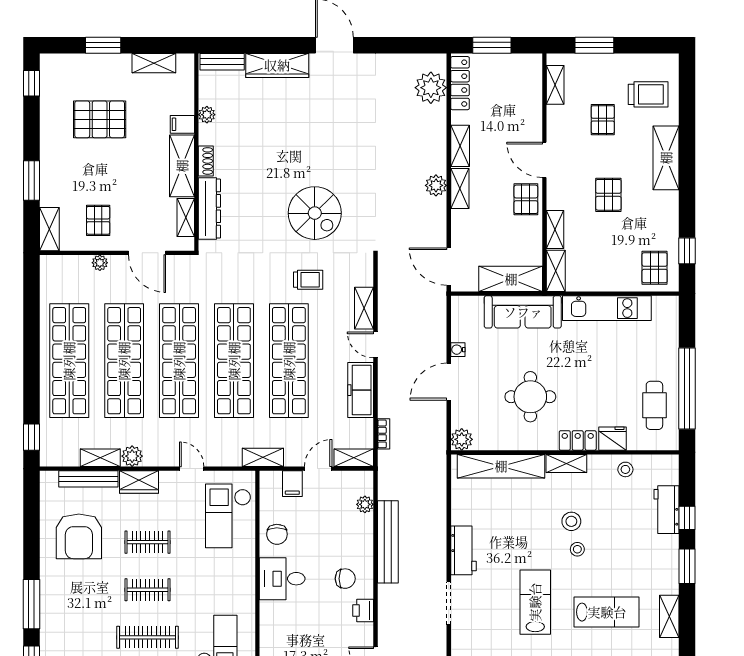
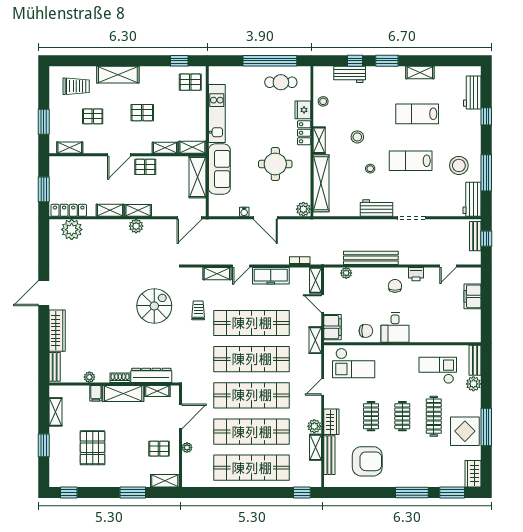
trolley: (648, 94) -> (76, 86), turned 90
filing cabinet: (292, 484) -> (332, 327), width x2.00
stool: (577, 549) -> (370, 169), moved
lab bench: (607, 612) -> (417, 114), turned -90

